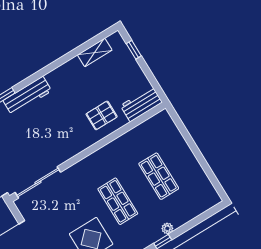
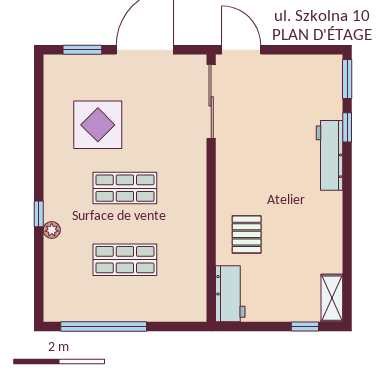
shelving: (95, 52) -> (332, 298), moved
window: (204, 165) -> (104, 326), added

